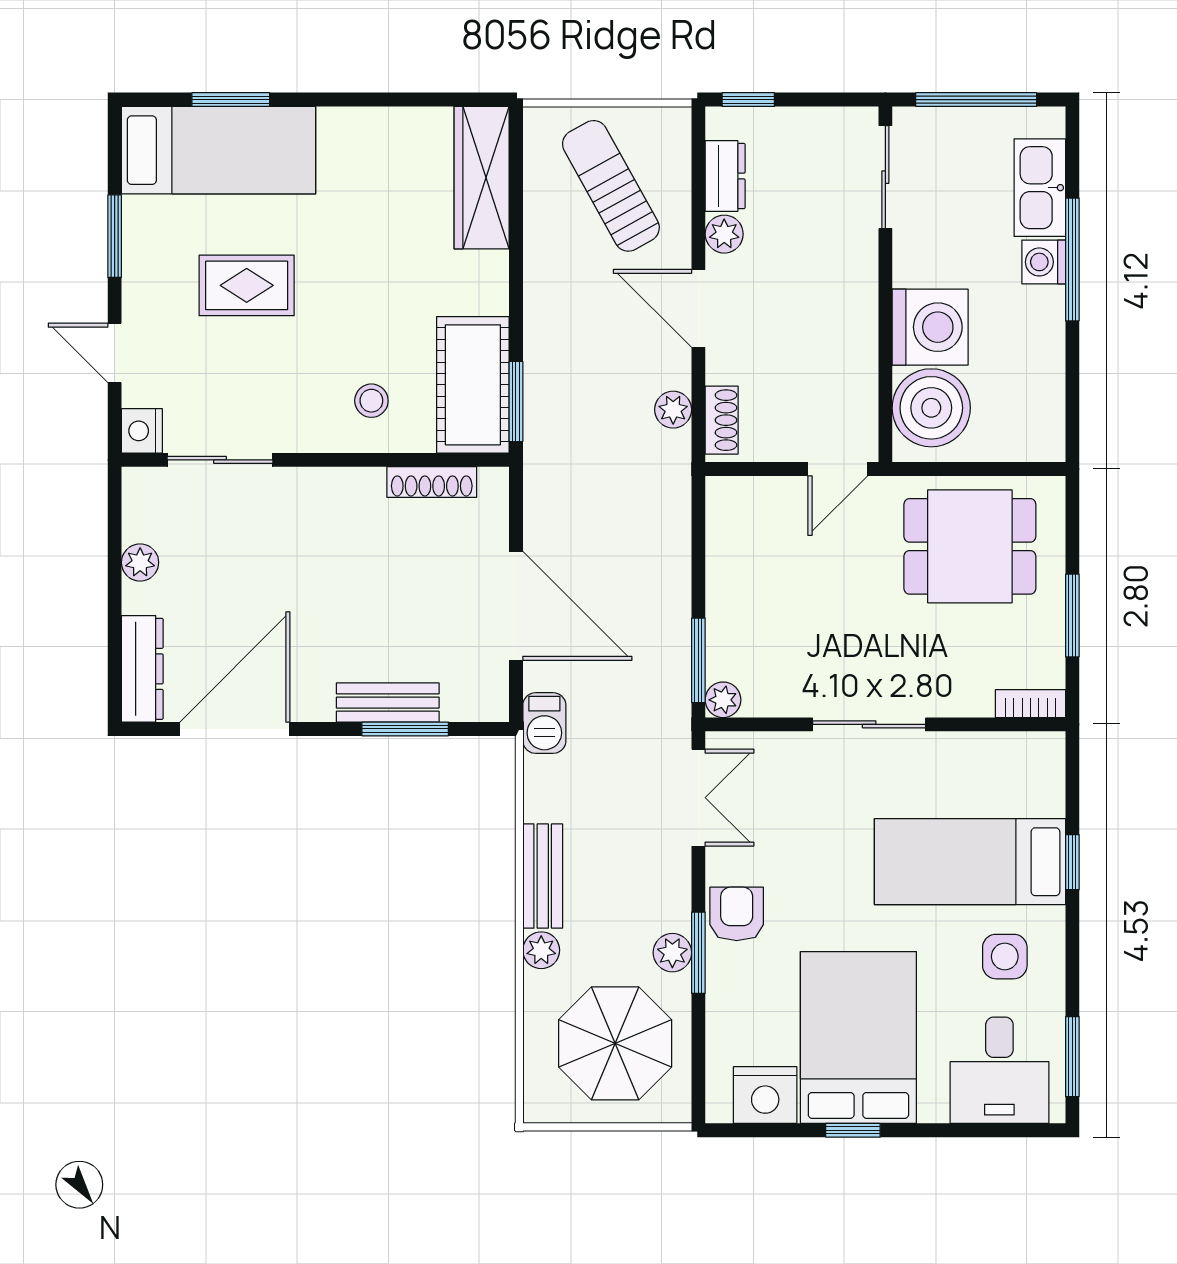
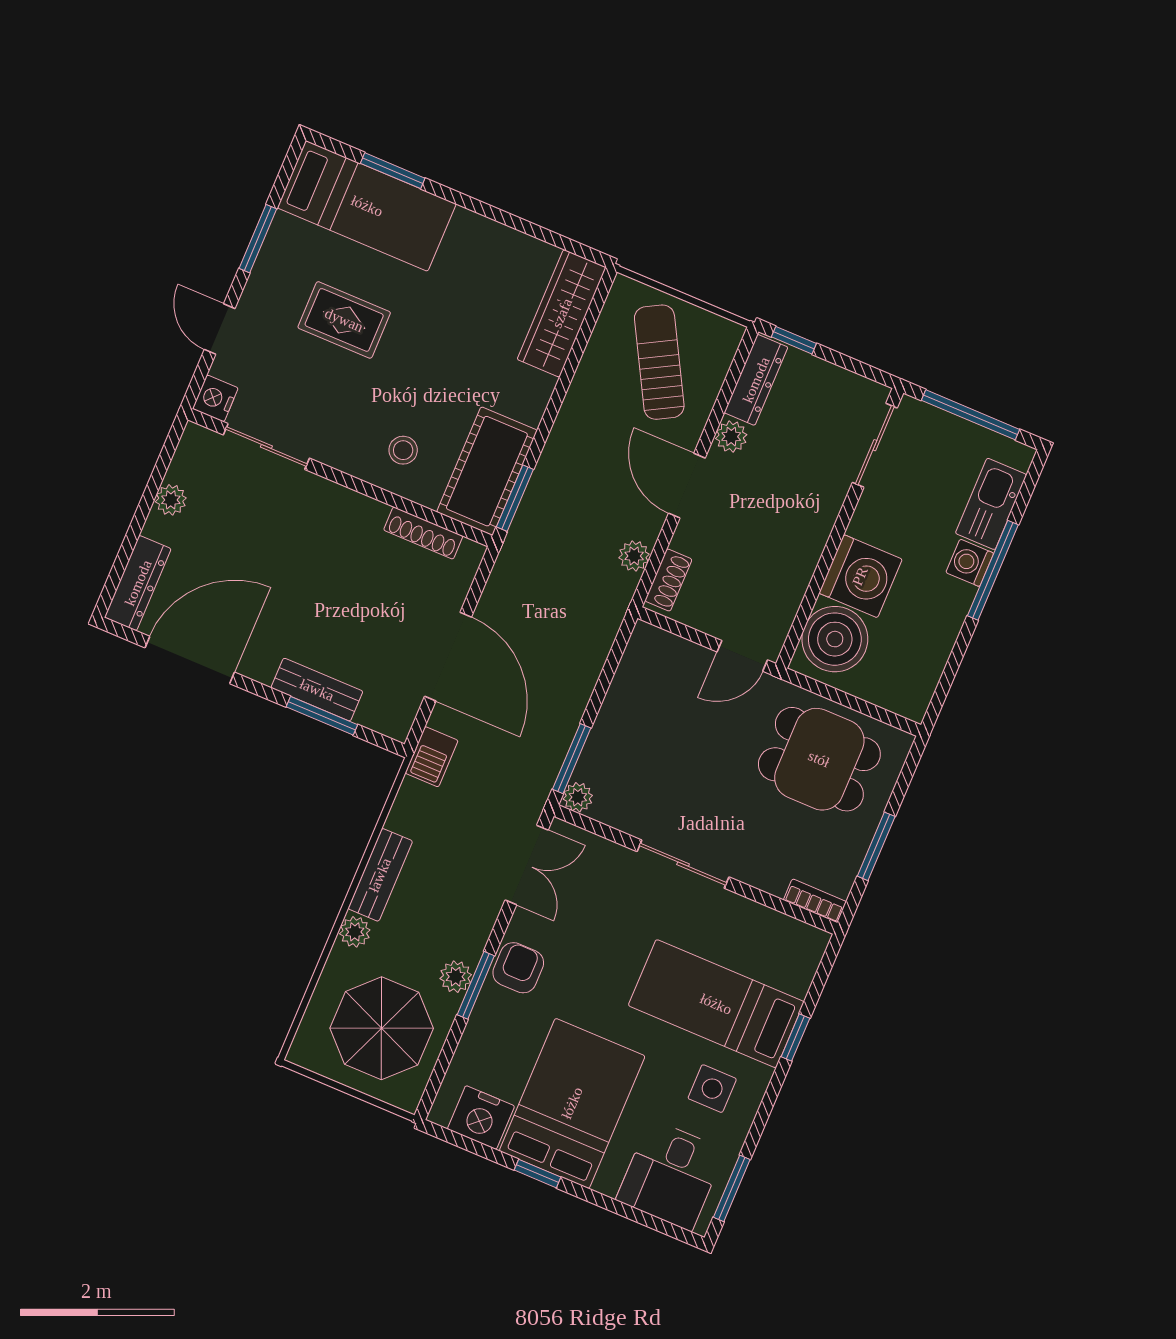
dresser: (725, 176) -> (756, 380), width x1.44

